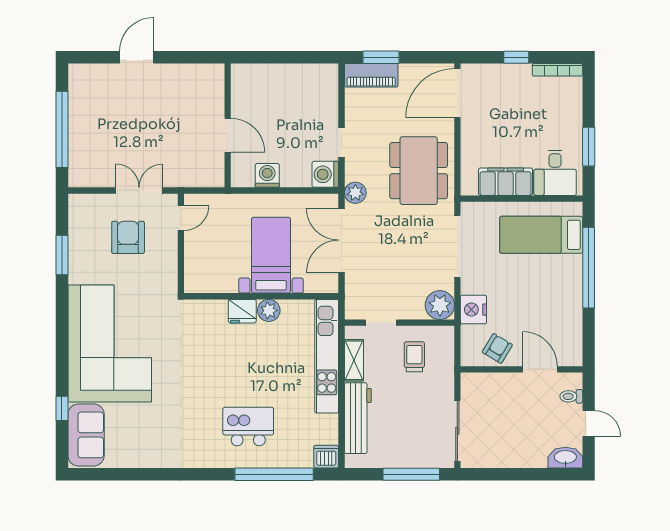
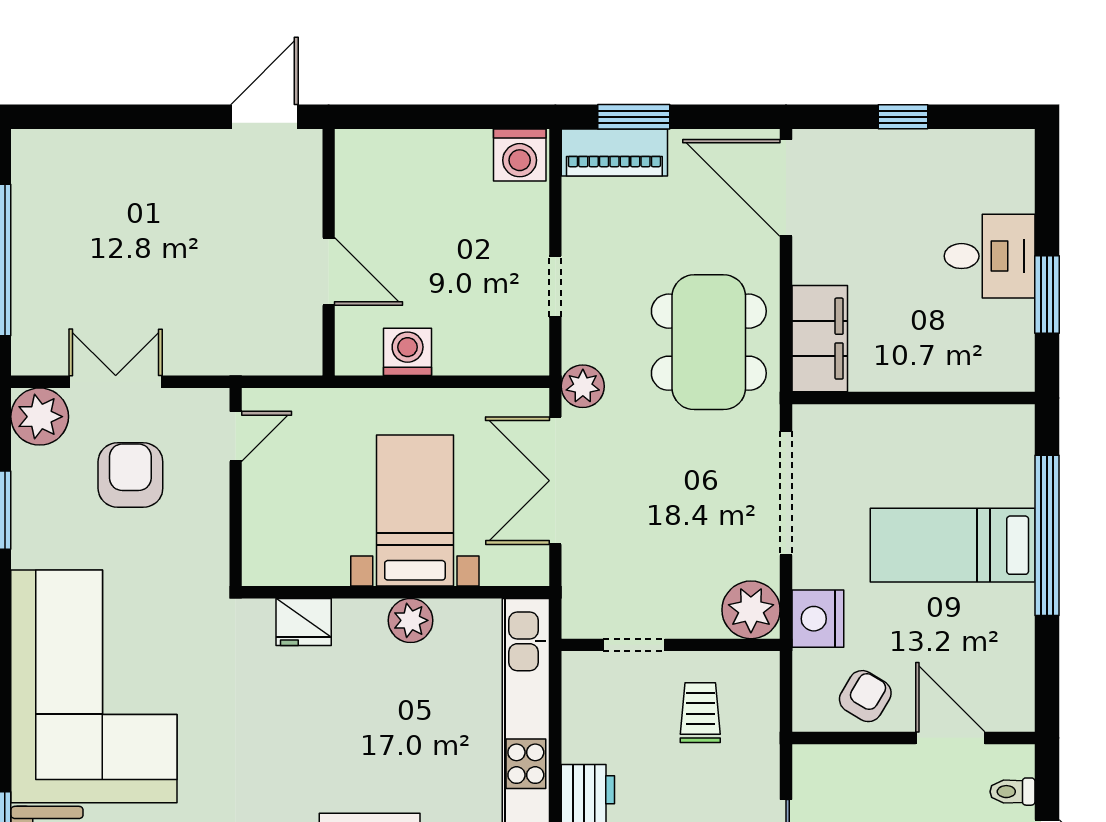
door: (137, 57) -> (264, 117), moved
bookcase: (557, 70) -> (985, 142), removed
door: (457, 93) -> (786, 188), hinge flipped
desk: (555, 173) -> (990, 256), moved, turned -90
washing machine: (325, 174) -> (520, 155), moved, turned -90
filing cabinet: (506, 182) -> (820, 339), moved, turned 90
double door: (139, 190) -> (116, 382), moved
plant: (82, 208) -> (40, 417), added
bed: (541, 235) -> (953, 545), moved
fridge: (242, 311) -> (304, 622), moved
shelving: (354, 360) -> (580, 720), removed

